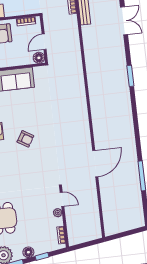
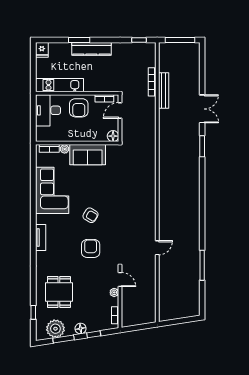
door: (44, 42) -> (120, 110), moved
window: (130, 76) -> (202, 146), moved
door: (95, 164) -> (157, 248), width x0.53
armchair: (29, 172) -> (91, 248), added

